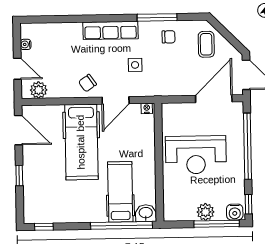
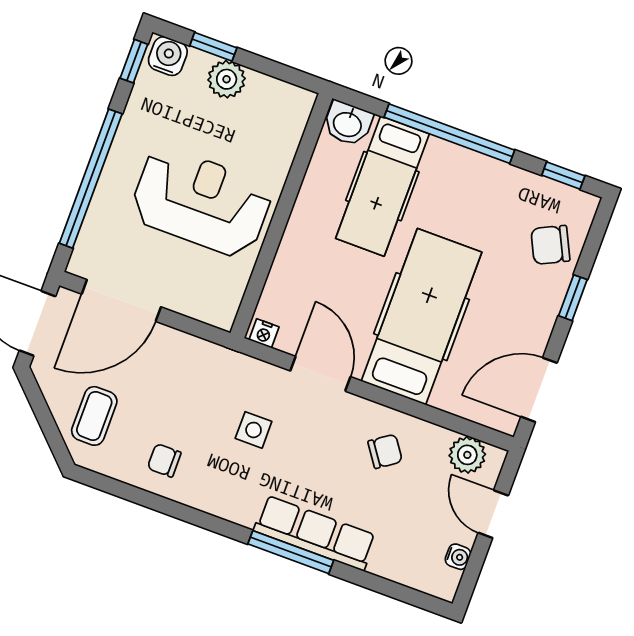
window: (157, 17) -> (291, 552), moved
row of seats: (111, 30) -> (315, 533), moved
chair: (87, 83) -> (385, 451), moved
door: (116, 100) -> (320, 374), hinge flipped
door: (18, 130) -> (539, 390), hinge flipped
chair: (38, 195) -> (550, 245), added
window: (217, 224) -> (213, 47), width x0.46
window: (121, 225) -> (449, 134), moved

